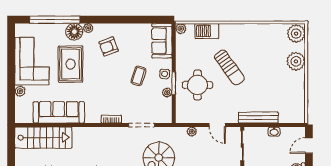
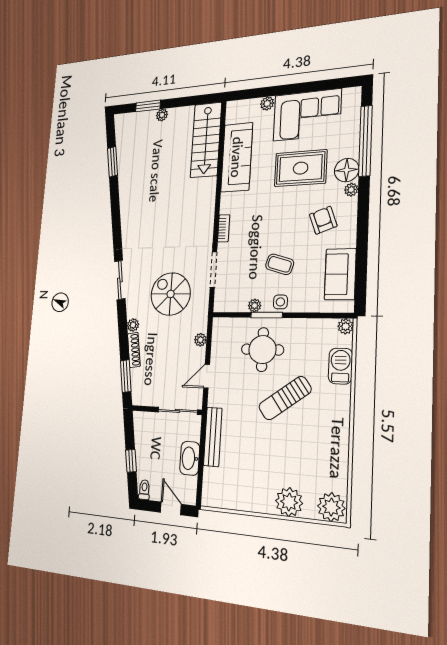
sofa: (162, 41) -> (340, 274), moved, turned -90
washbasin: (274, 132) -> (190, 458), width x1.91, depth x1.45

